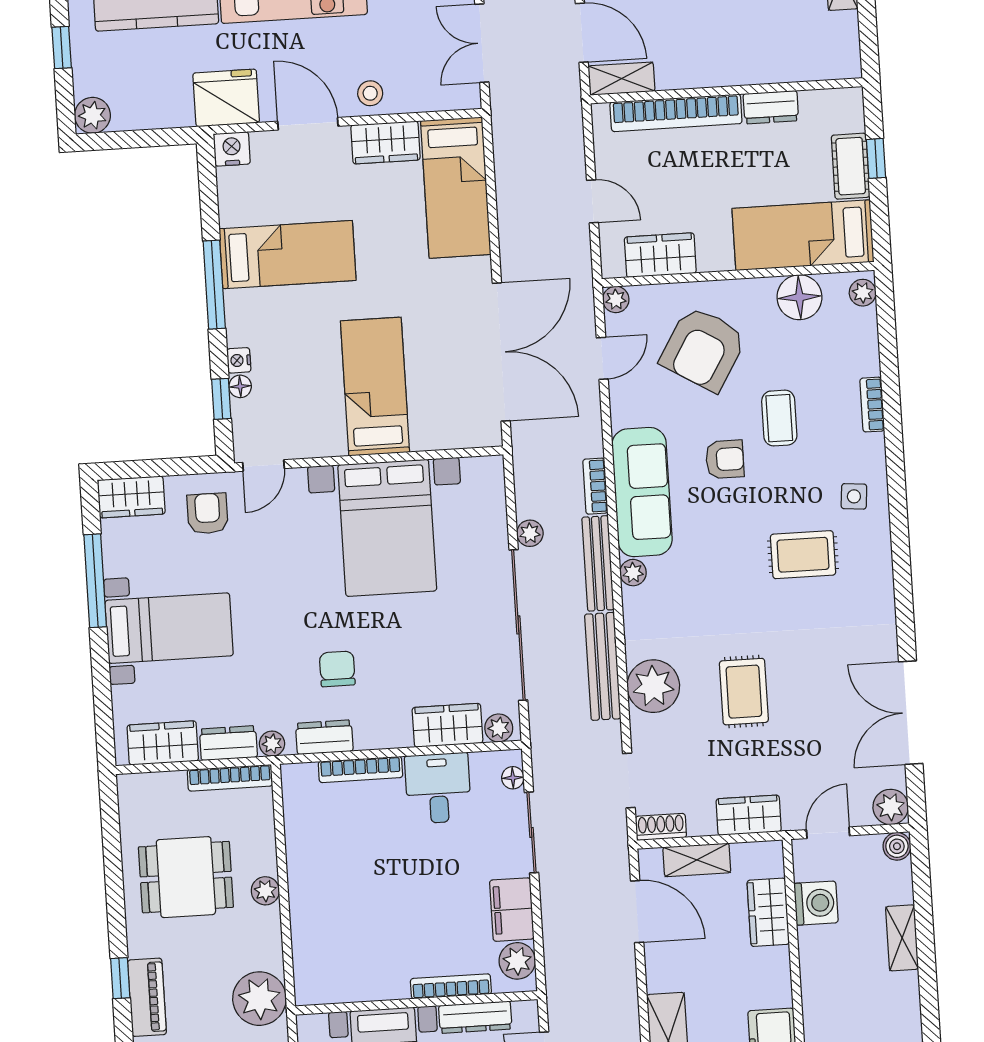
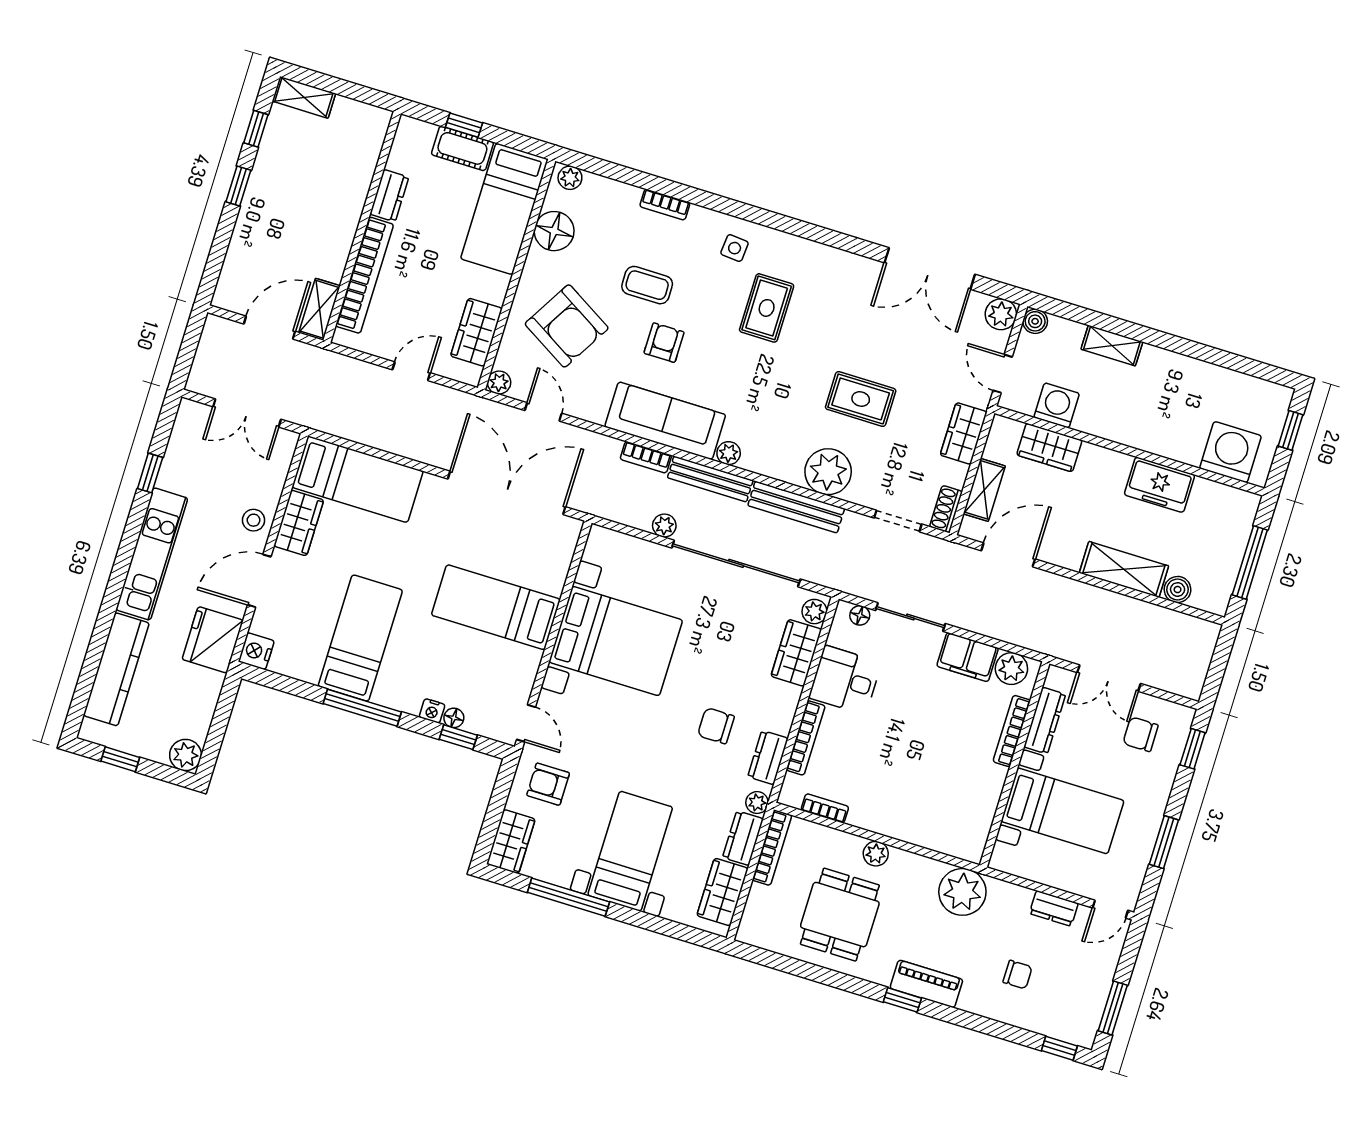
bookcase: (293, 818) -> (825, 808), added

